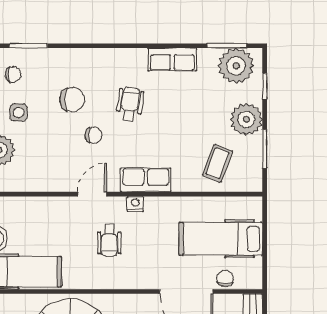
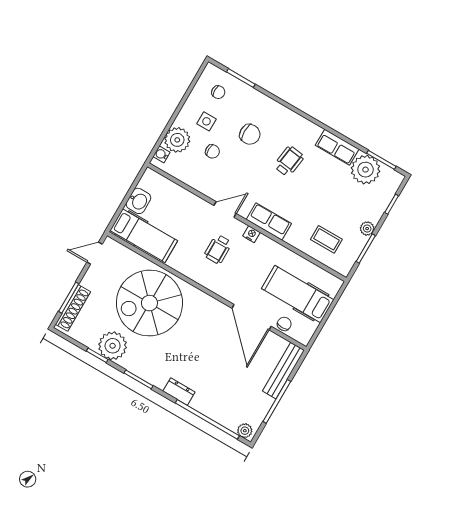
plant: (236, 66) -> (366, 170), moved
plant: (246, 119) -> (367, 229), width x0.53, depth x0.53
chair: (94, 135) -> (212, 151), moved
coffee table: (218, 163) -> (326, 239), turned 69

